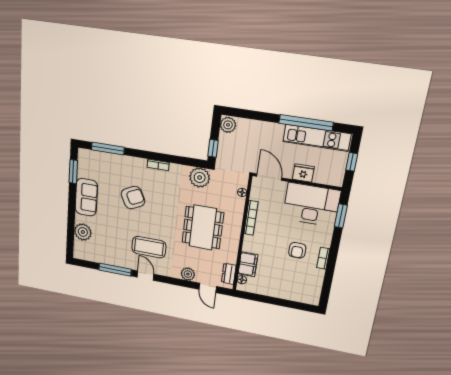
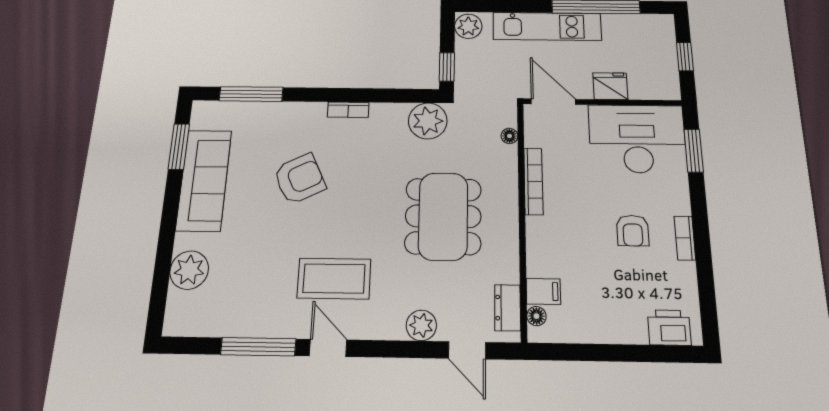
kitchen unit: (317, 138) -> (547, 26), moved
sofa: (86, 197) -> (204, 180), width x1.36
filing cabinet: (248, 264) -> (543, 291), width x0.50
printer: (304, 296) -> (669, 328), added

